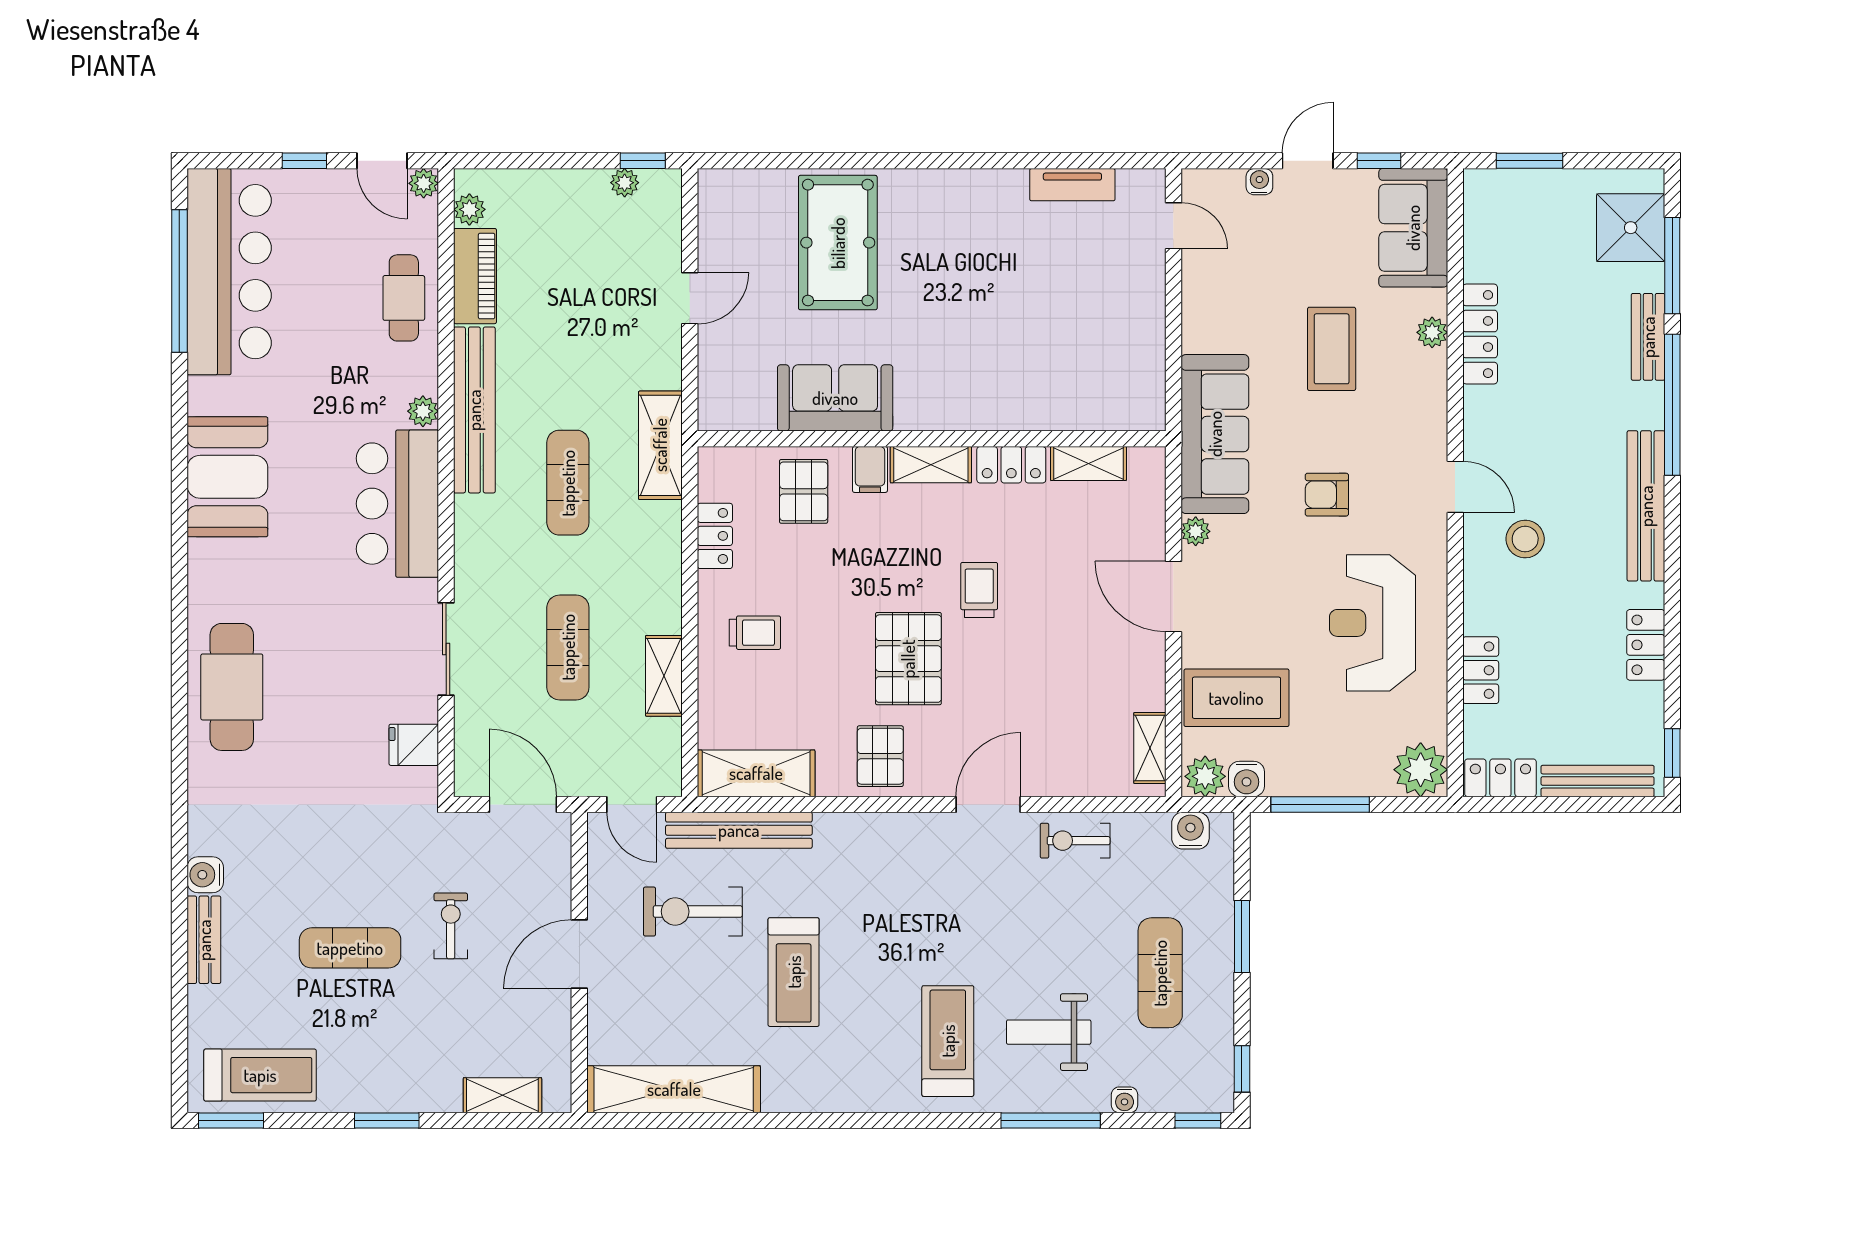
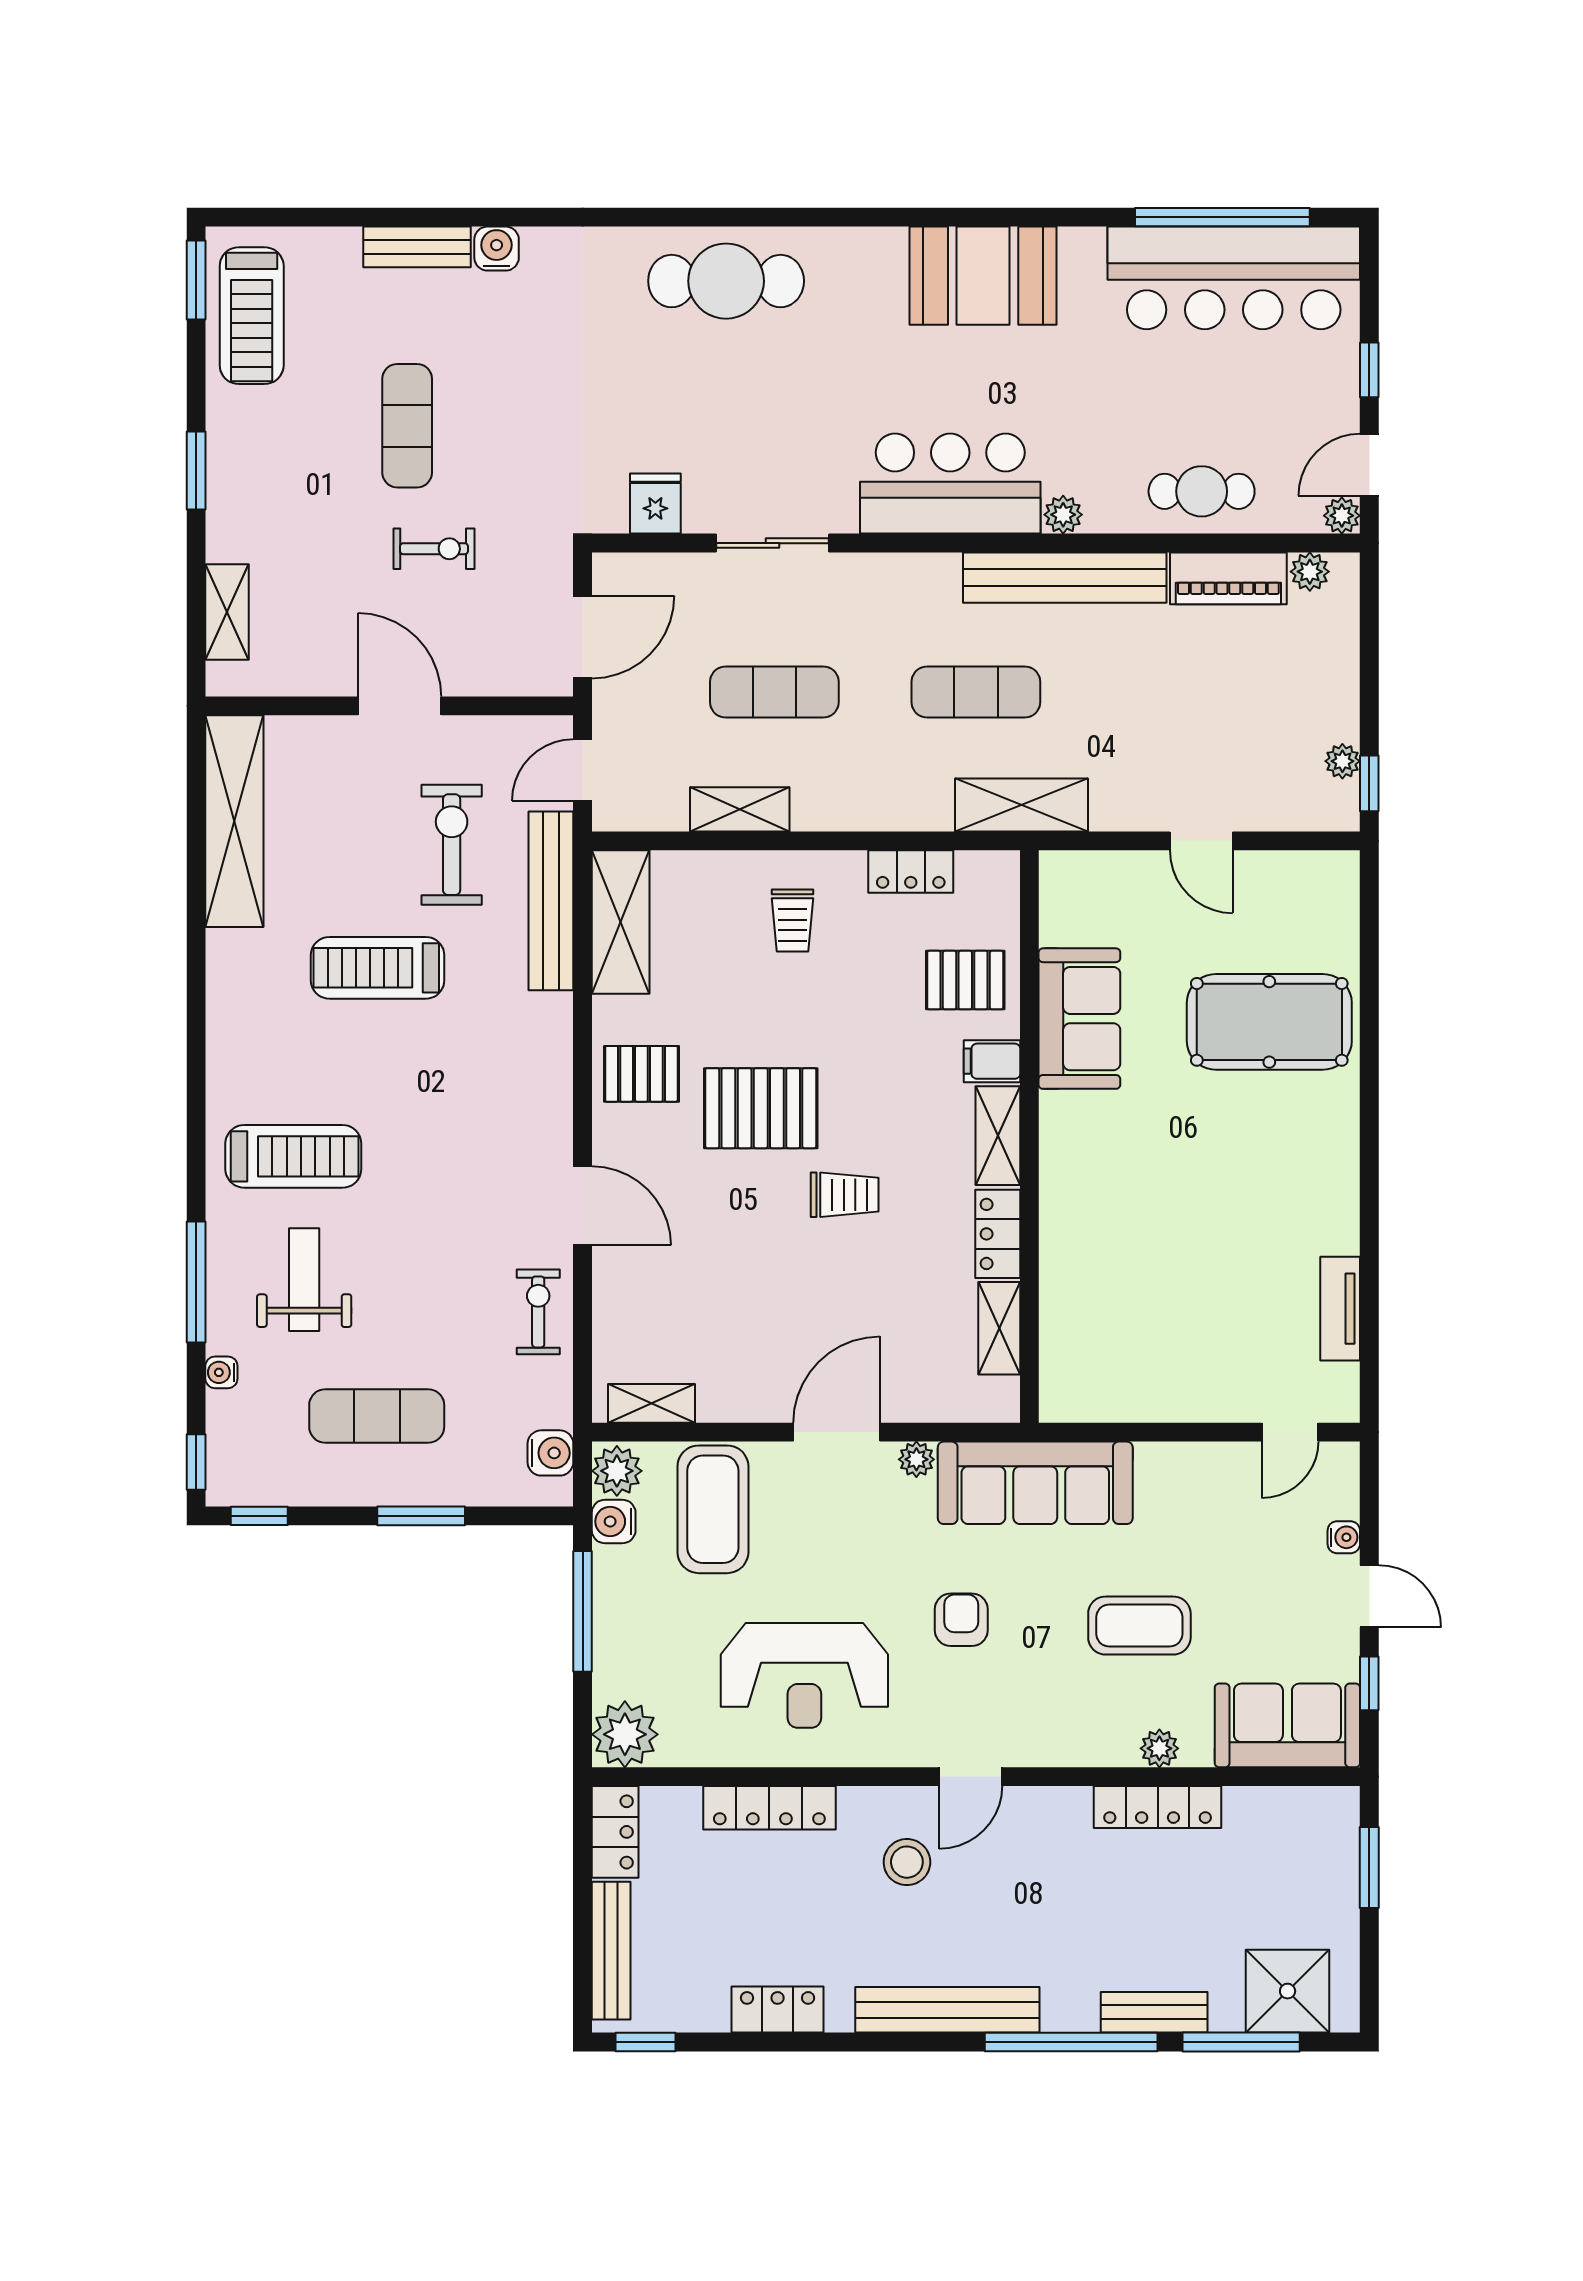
reception desk: (1372, 623) -> (804, 1675), turned 180
locker: (1481, 670) -> (769, 1808), width x1.53

